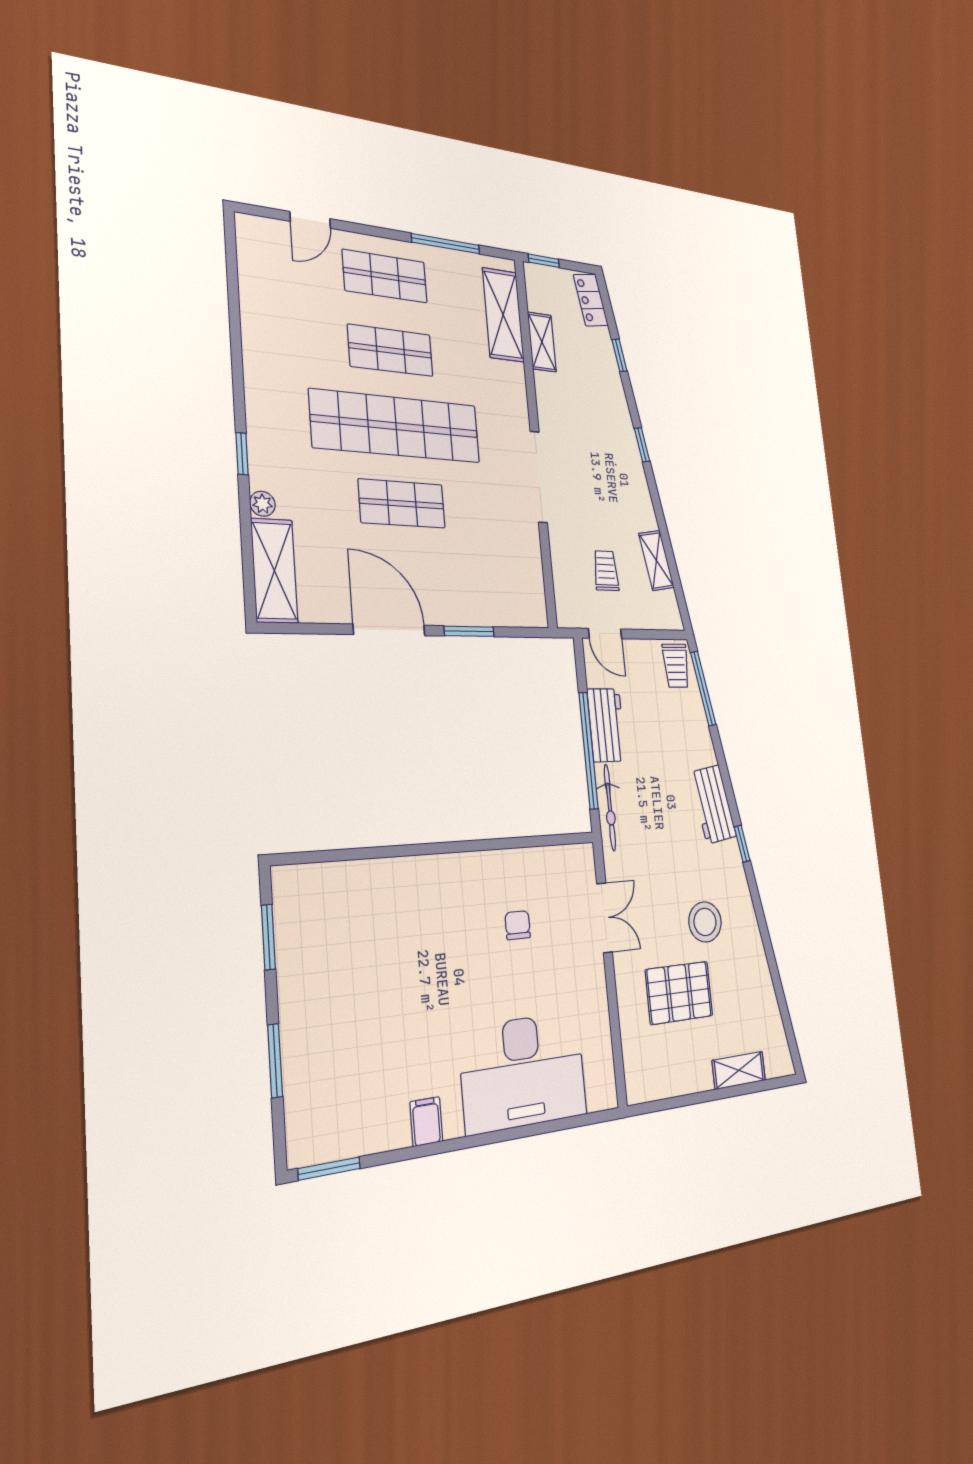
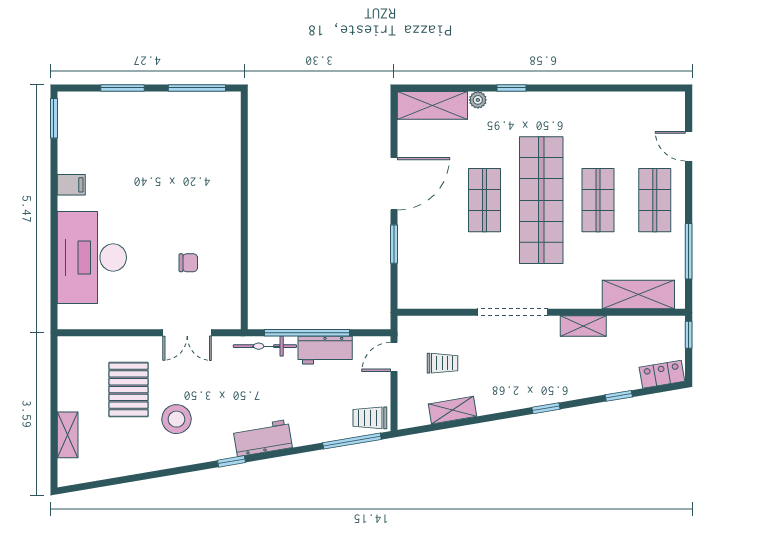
shelving: (542, 342) -> (583, 326), moved
window: (268, 937) -> (197, 88), width x1.44

